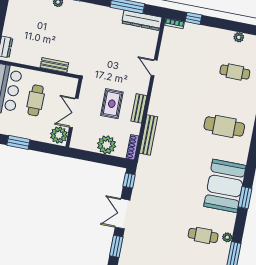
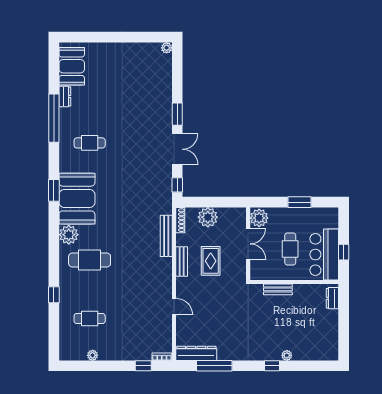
plant: (227, 237) -> (69, 235), moved, width x1.88, depth x1.88

